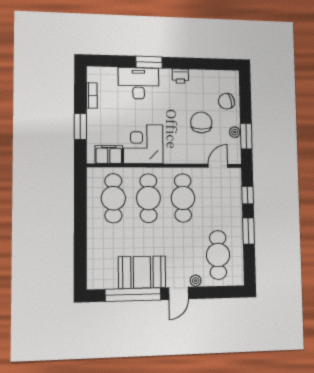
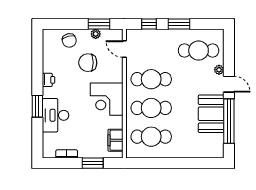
corner desk: (143, 144) -> (107, 99), moved

